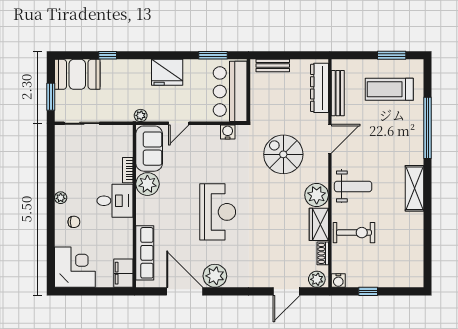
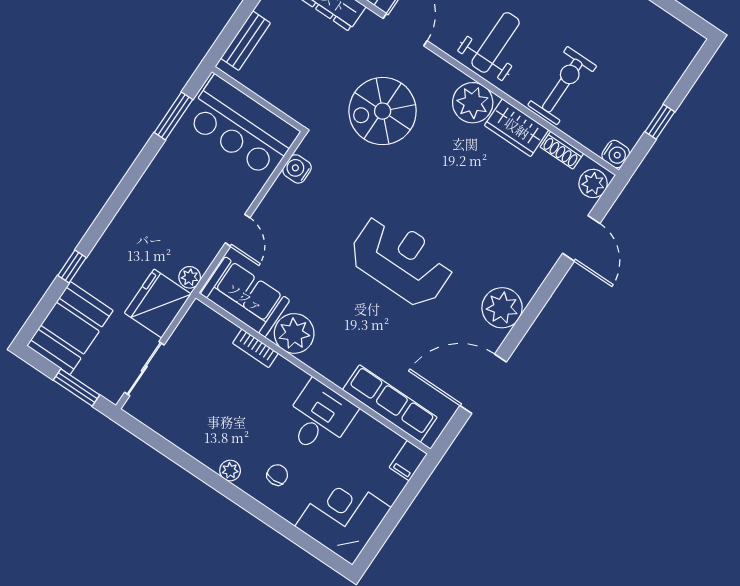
fridge: (167, 72) -> (158, 303), moved, turned 180
desk: (115, 201) -> (319, 418), moved
filing cabinet: (123, 273) -> (408, 461), width x0.50
plant: (215, 276) -> (502, 308), moved

